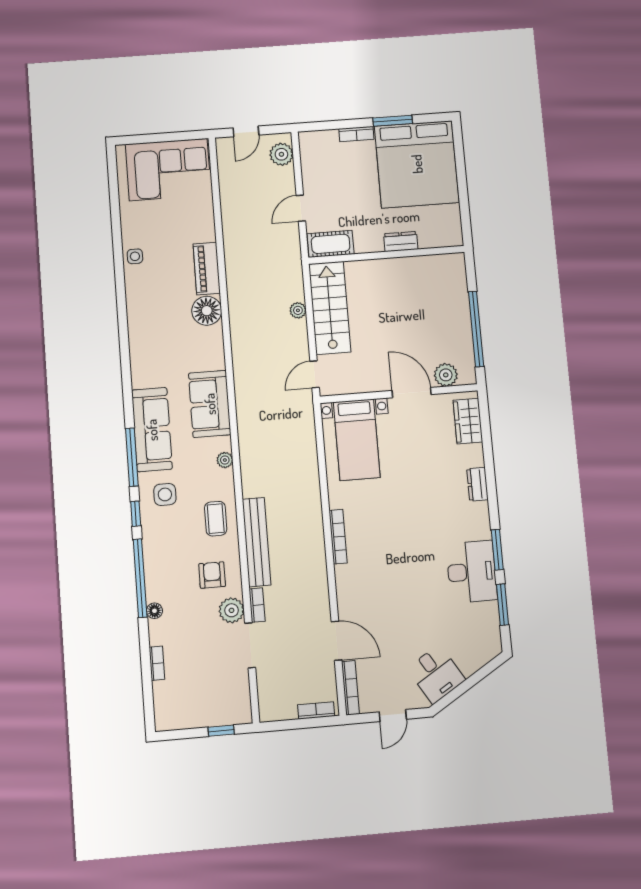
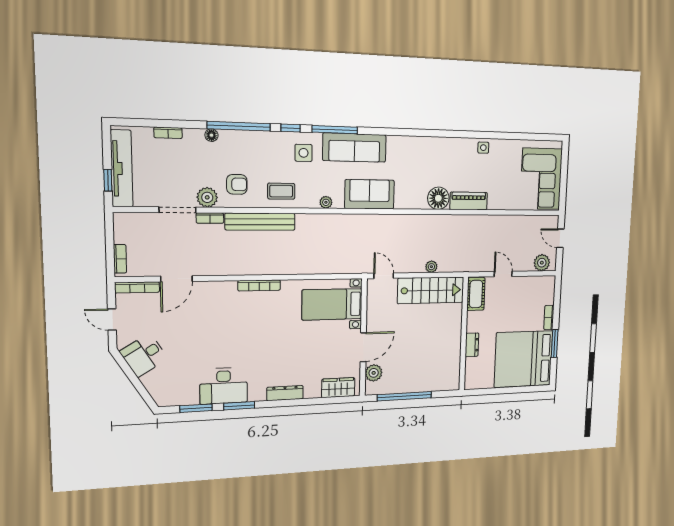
dresser: (477, 484) -> (285, 393), width x1.44
tv unit: (205, 715) -> (122, 169), added

